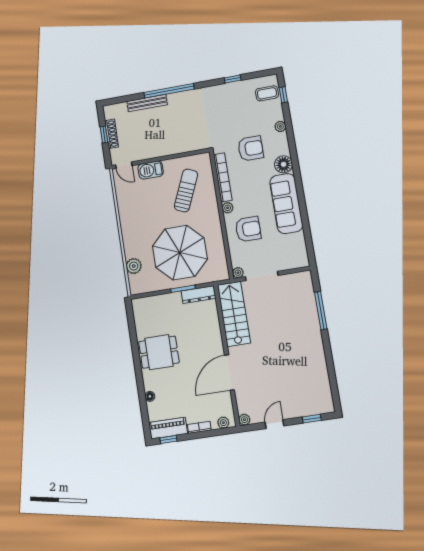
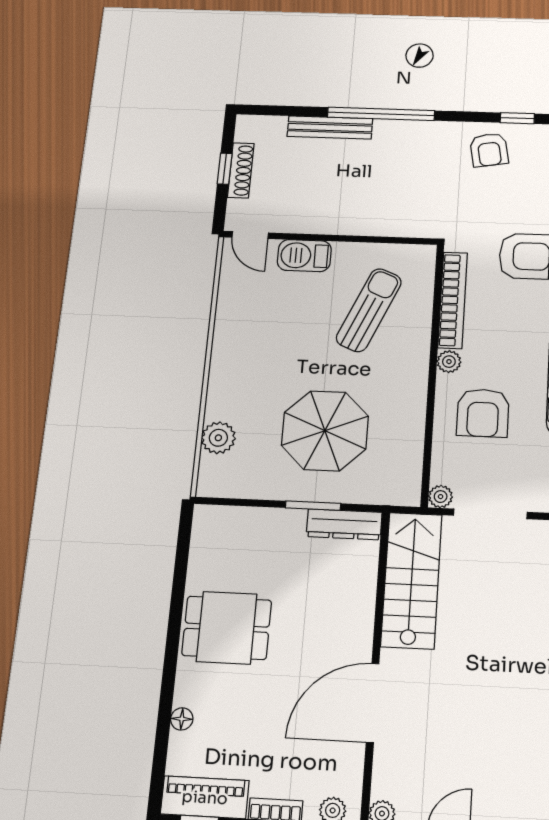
armchair: (223, 98) -> (489, 150), added
armchair: (248, 229) -> (483, 413), turned 90
parasol: (180, 253) -> (325, 431), width x0.73, depth x0.73

